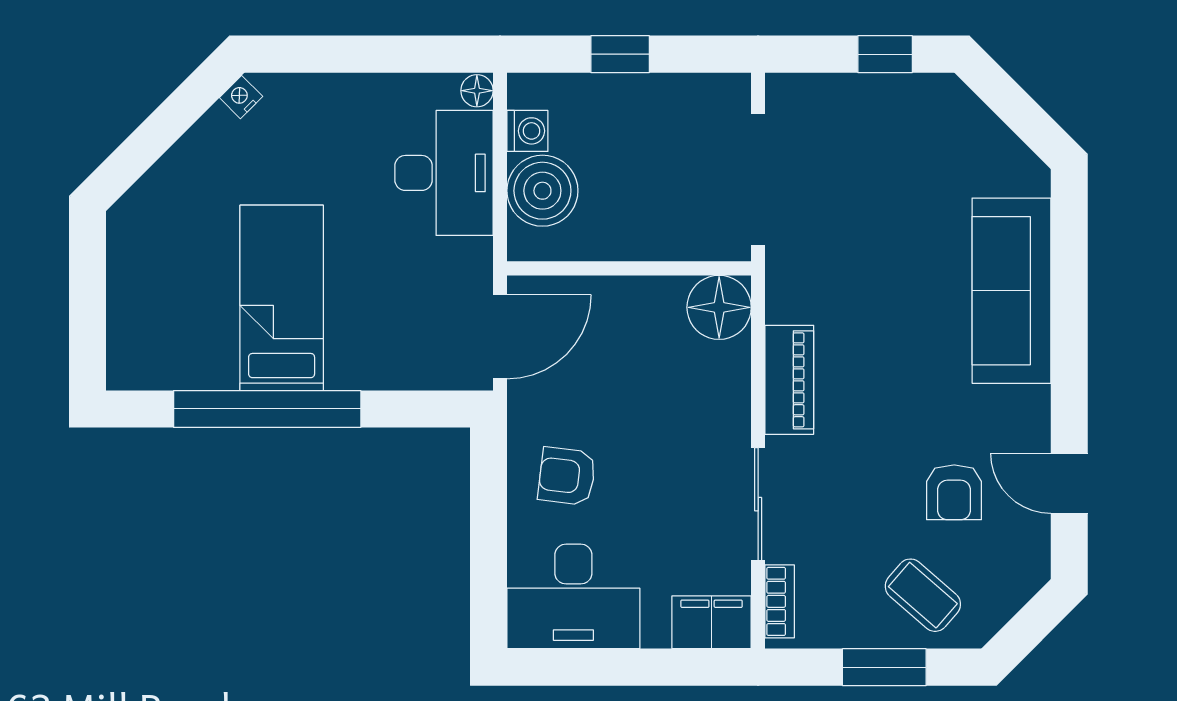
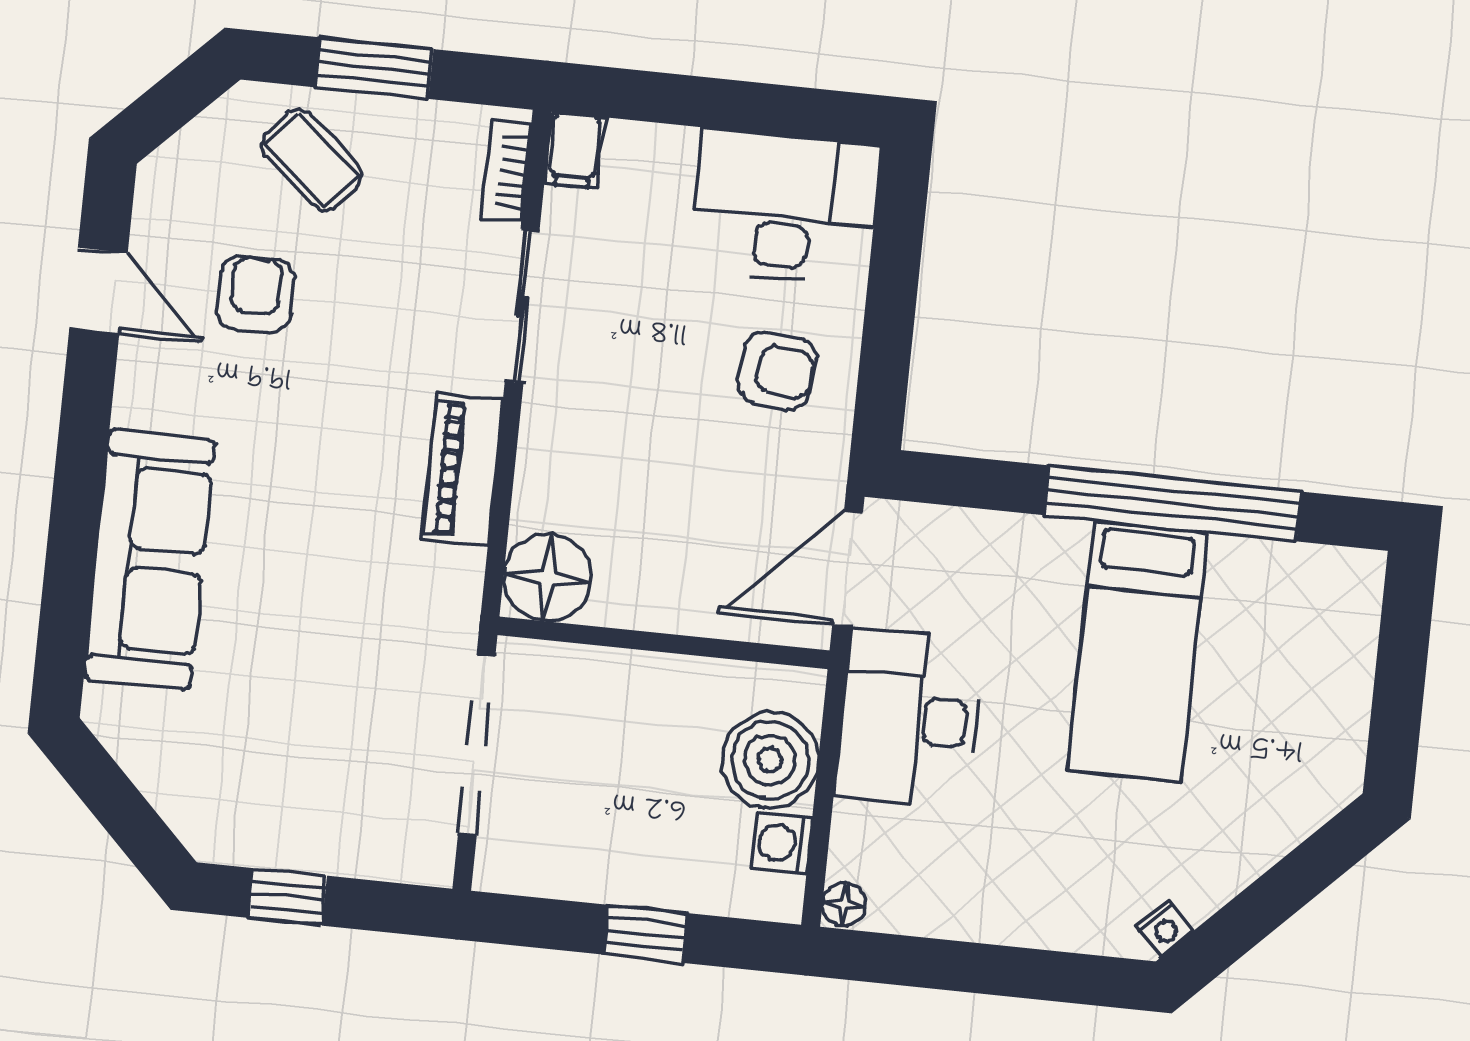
desk: (444, 173) -> (909, 719), moved
filing cabinet: (712, 622) -> (575, 150), width x0.50

